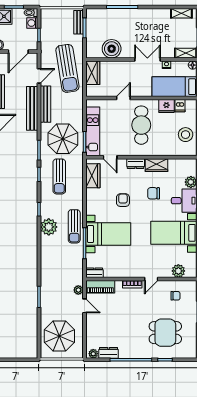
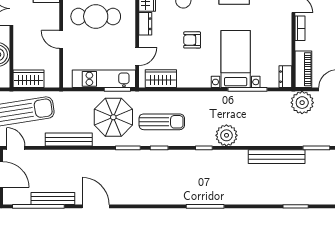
door: (39, 76) -> (16, 148), moved
bench: (32, 108) -> (277, 157), moved
sun lounger: (74, 226) -> (226, 103), removed
plant: (78, 290) -> (302, 103), width x1.88, depth x1.88

